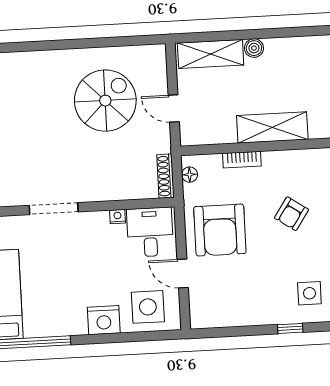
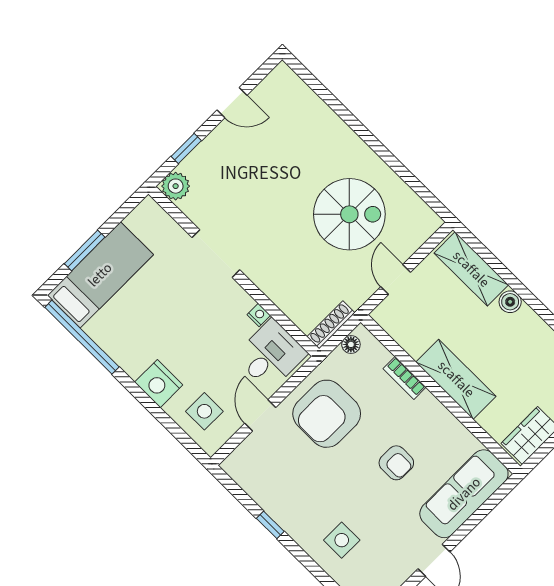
armchair: (291, 214) -> (396, 463), turned -124
side table: (148, 307) -> (204, 411), width x0.73, depth x0.73
window: (290, 328) -> (270, 525), moved

